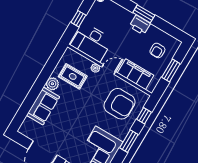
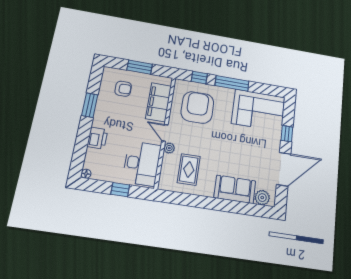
window: (144, 14) -> (90, 105), moved
printer: (140, 25) -> (97, 138), moved
plant: (52, 84) -> (262, 198), moved
window: (129, 141) -> (232, 83), width x1.44

